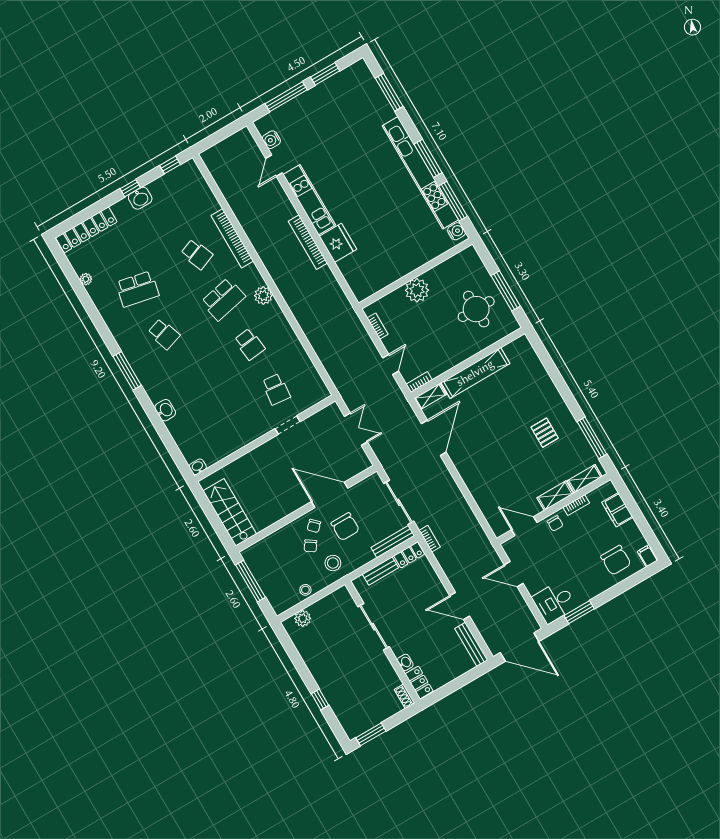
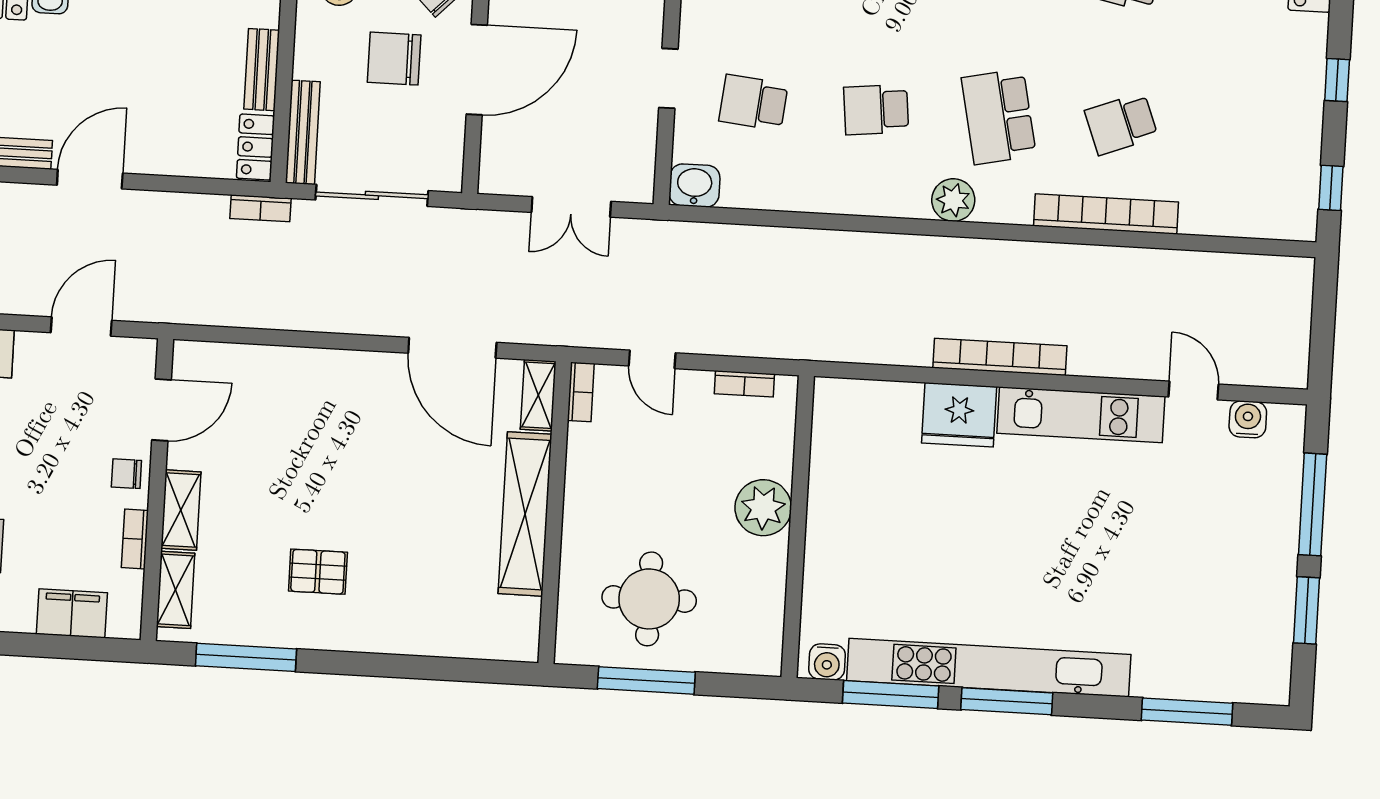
washbasin: (140, 198) -> (694, 186), moved, turned 90

